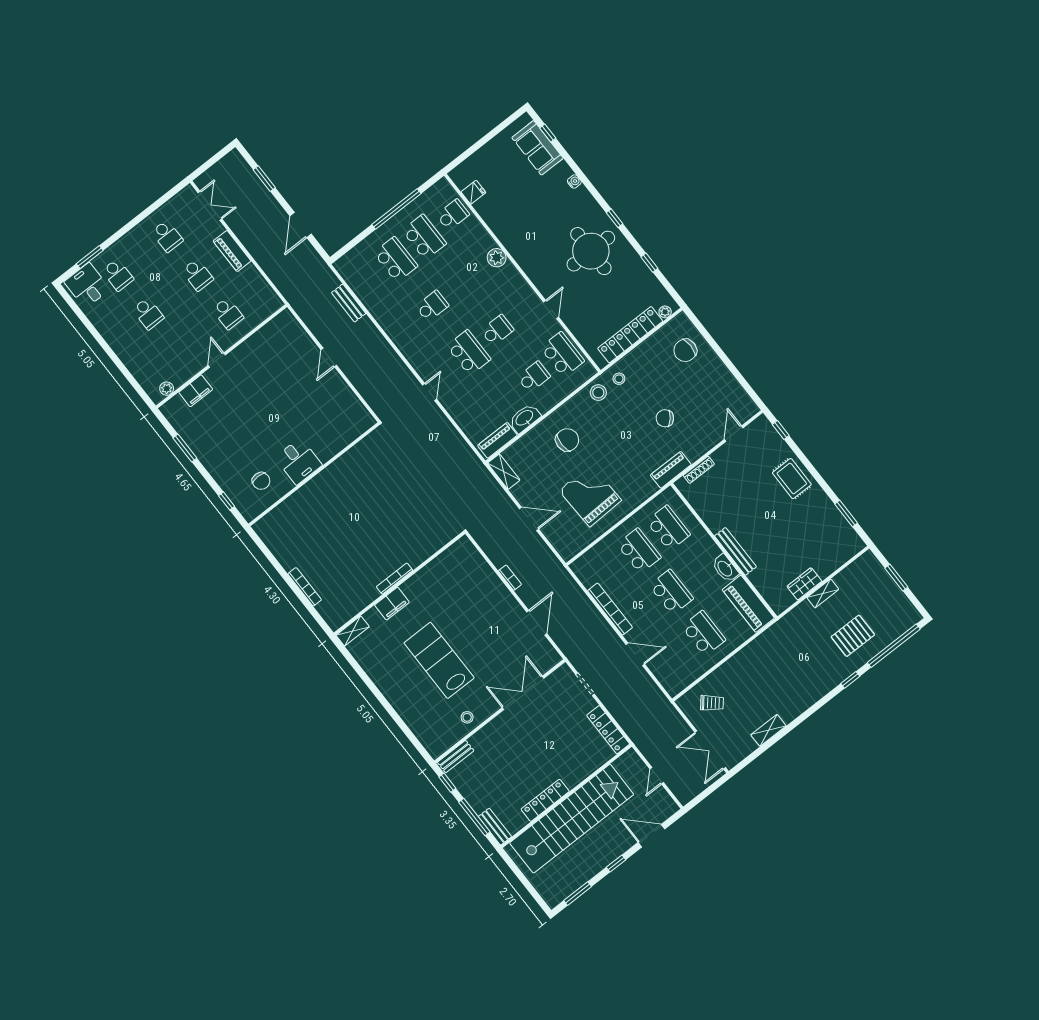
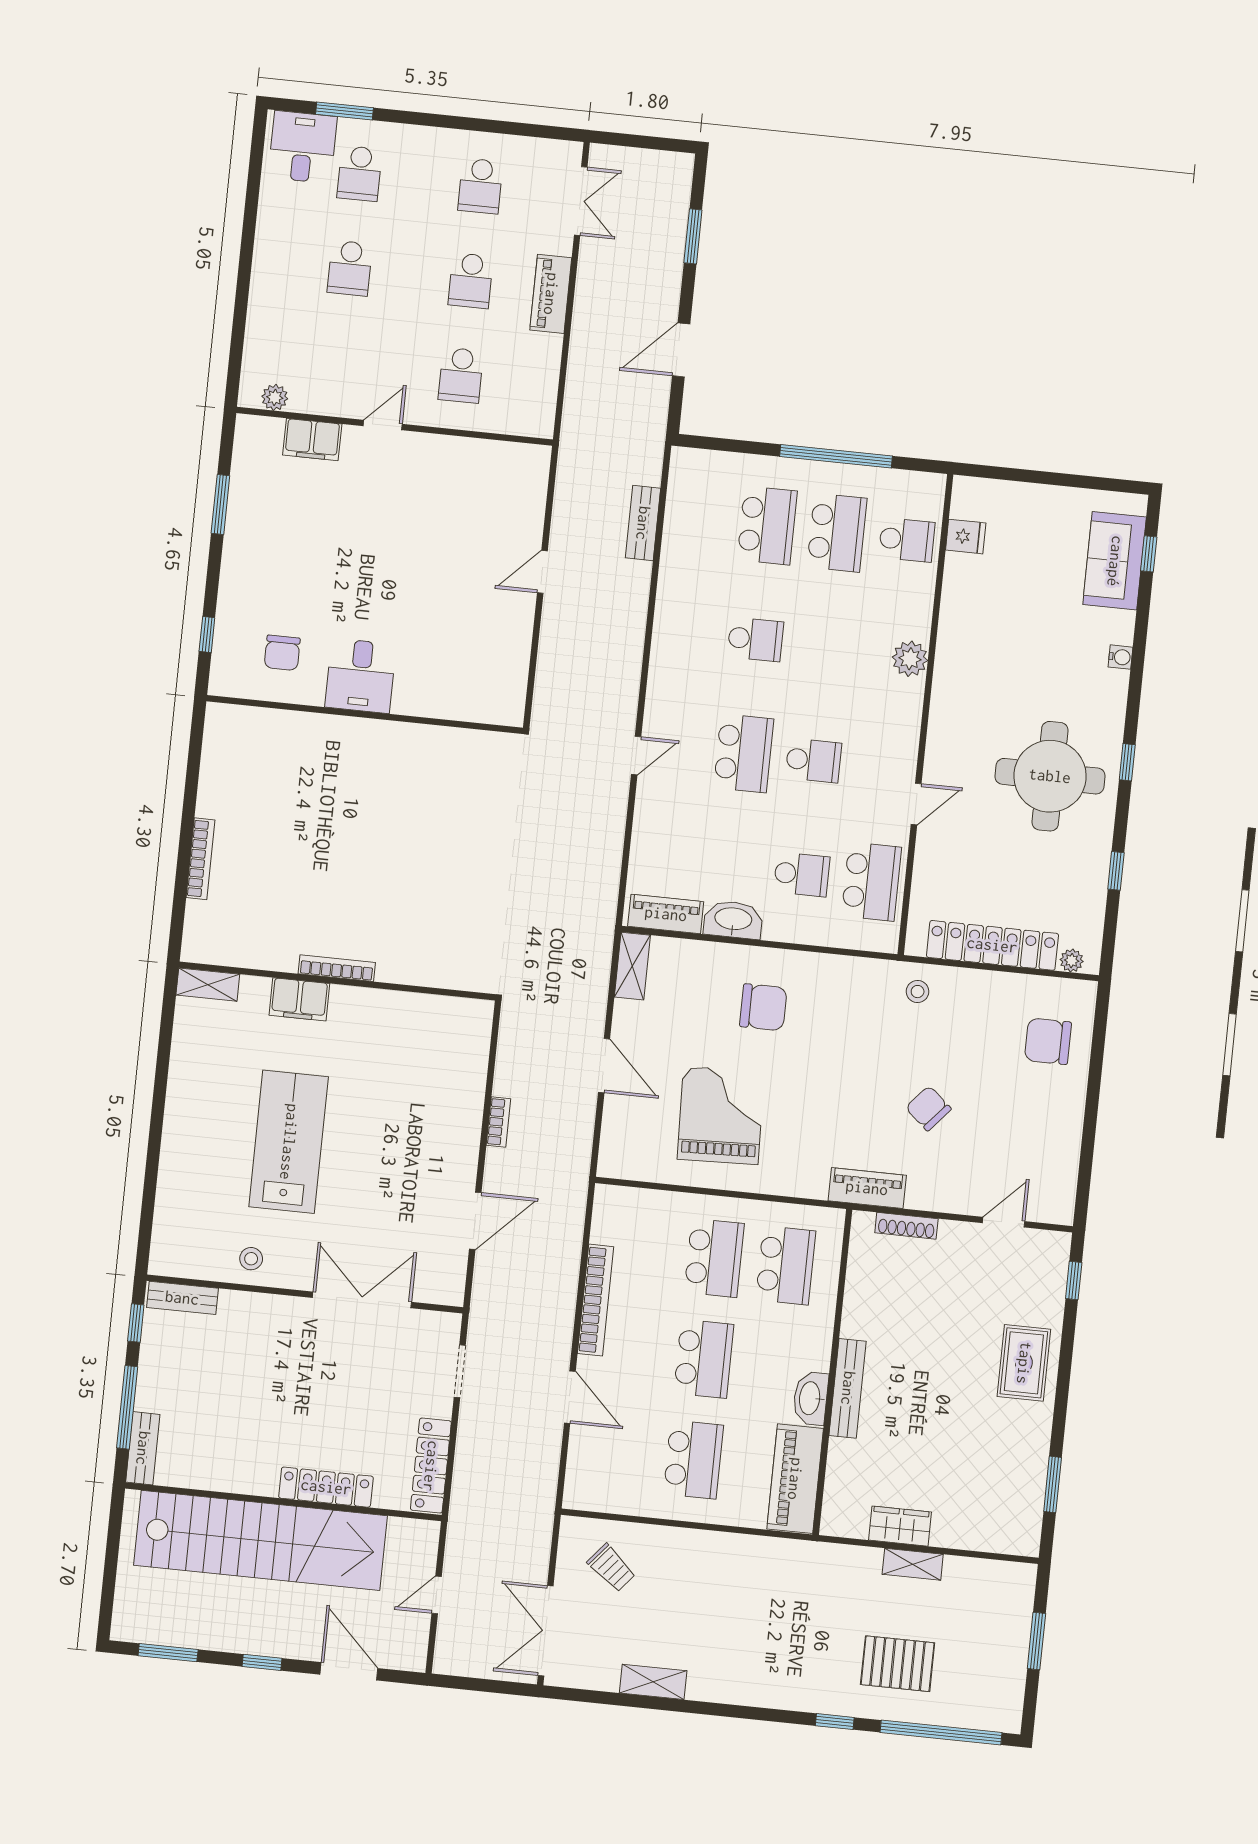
stool: (598, 393) -> (870, 983), removed
locker: (545, 800) -> (326, 1487), moved

